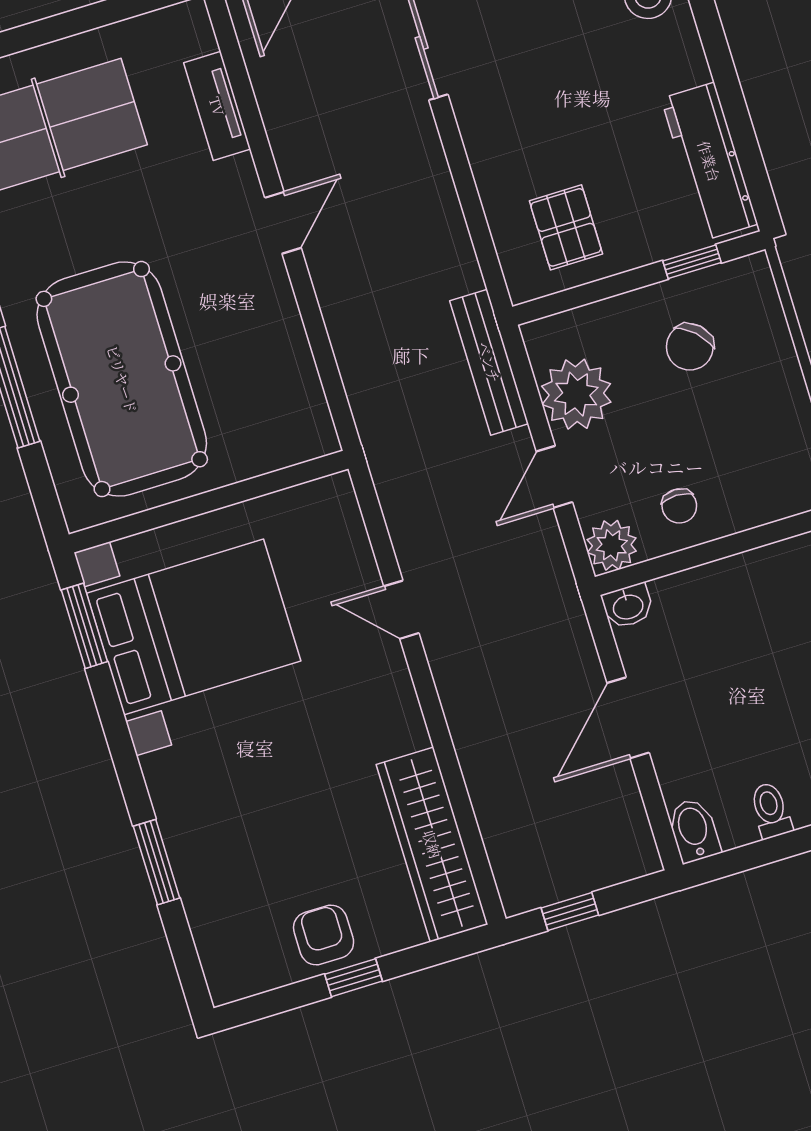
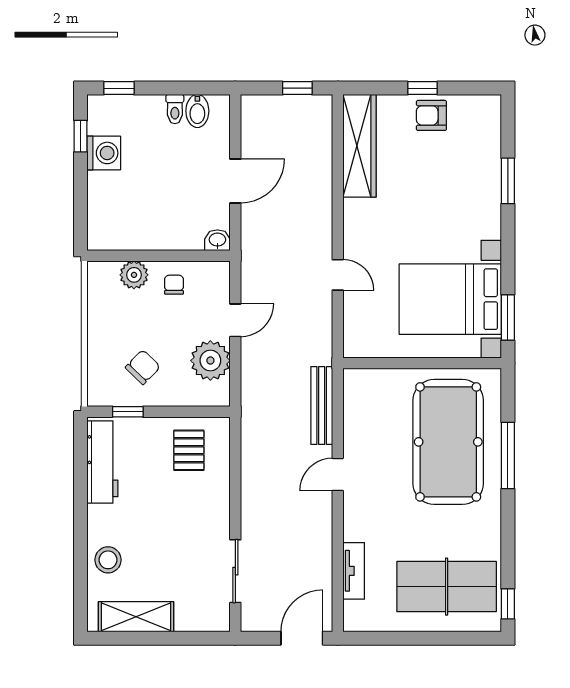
door: (283, 223) -> (338, 474), moved
bench: (489, 362) -> (322, 406), moved
plant: (612, 545) -> (134, 275), moved
bidet: (694, 830) -> (197, 111), moved
armchair: (324, 935) -> (431, 115), turned 90

